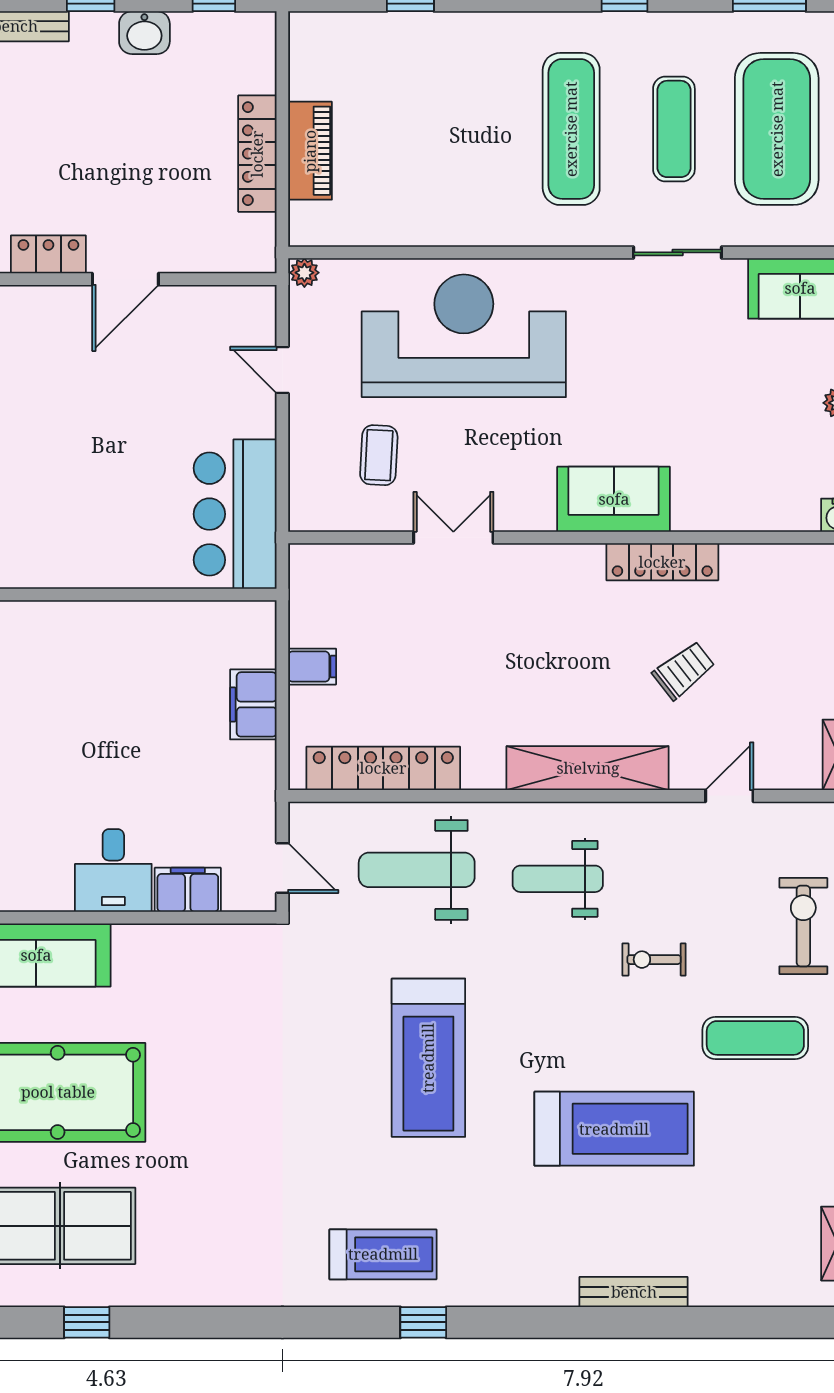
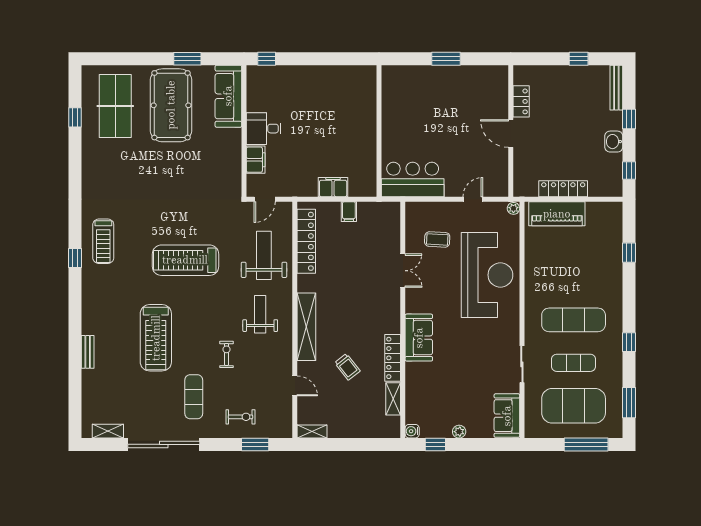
piano: (310, 151) -> (557, 214), width x1.37, depth x1.33
shelving: (760, 561) -> (393, 399), added
exercise bike: (803, 926) -> (241, 417), width x0.73, depth x0.72
bench: (634, 1292) -> (88, 352), width x0.73

